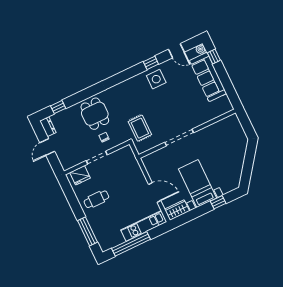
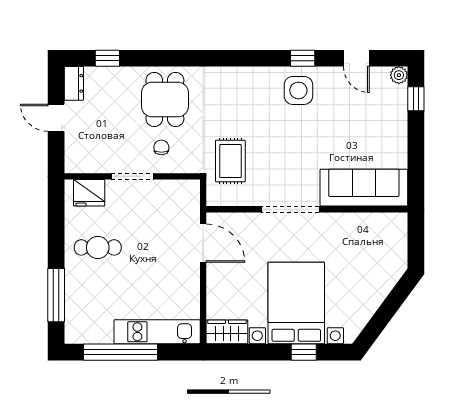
sofa: (208, 77) -> (364, 188), moved, turned 90
door: (47, 147) -> (56, 118), hinge flipped
bed with nightstands: (197, 183) -> (296, 303), width x1.36
door: (155, 192) -> (203, 243), moved

